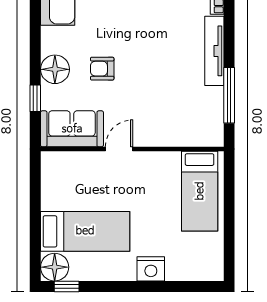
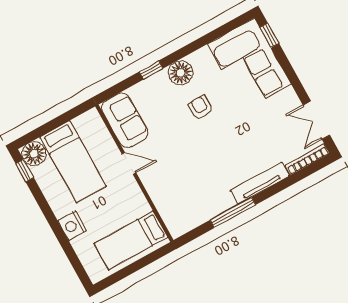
sofa: (72, 129) -> (125, 120), moved
door: (119, 149) -> (129, 163), moved
wall: (132, 149) -> (134, 173), moved
bed: (200, 191) -> (131, 240), moved

